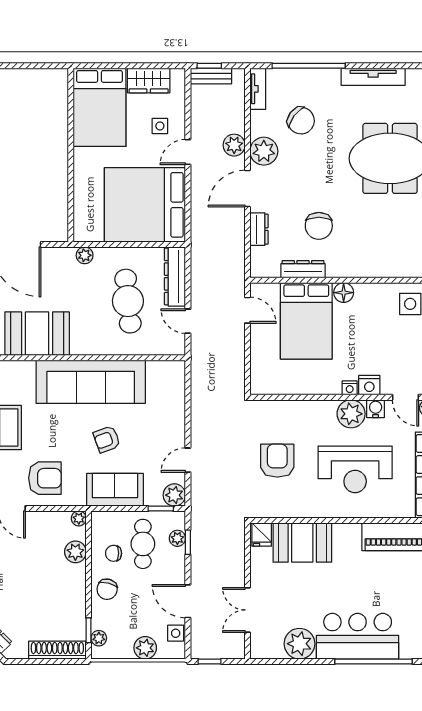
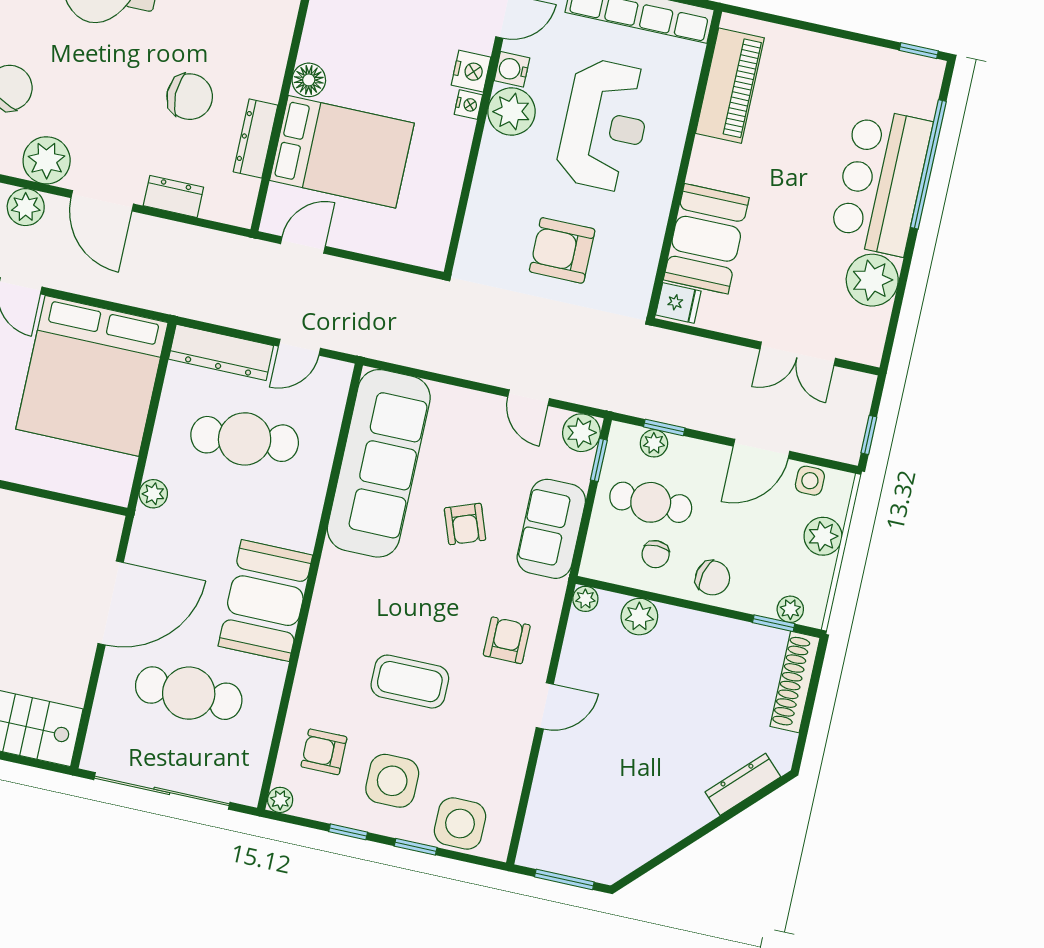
sofa: (91, 382) -> (379, 463), moved
armchair: (45, 478) -> (507, 640), width x0.72, depth x0.72

